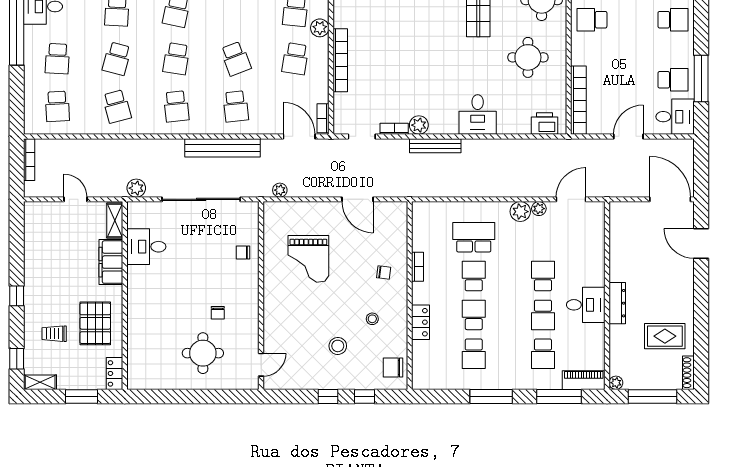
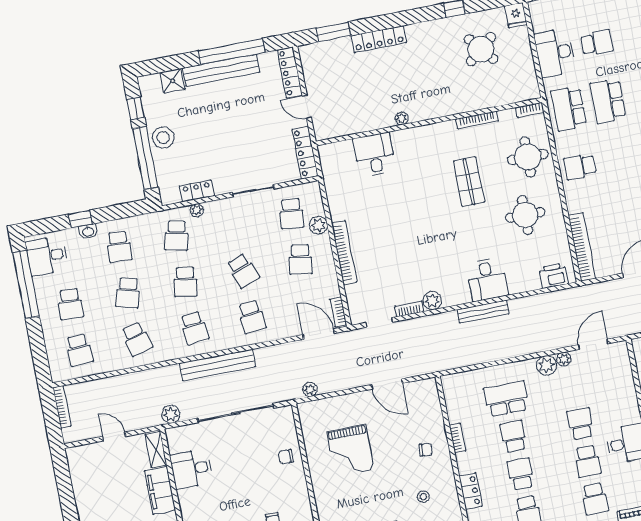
bench: (435, 146) -> (483, 312), moved
bench: (222, 148) -> (217, 365), moved

